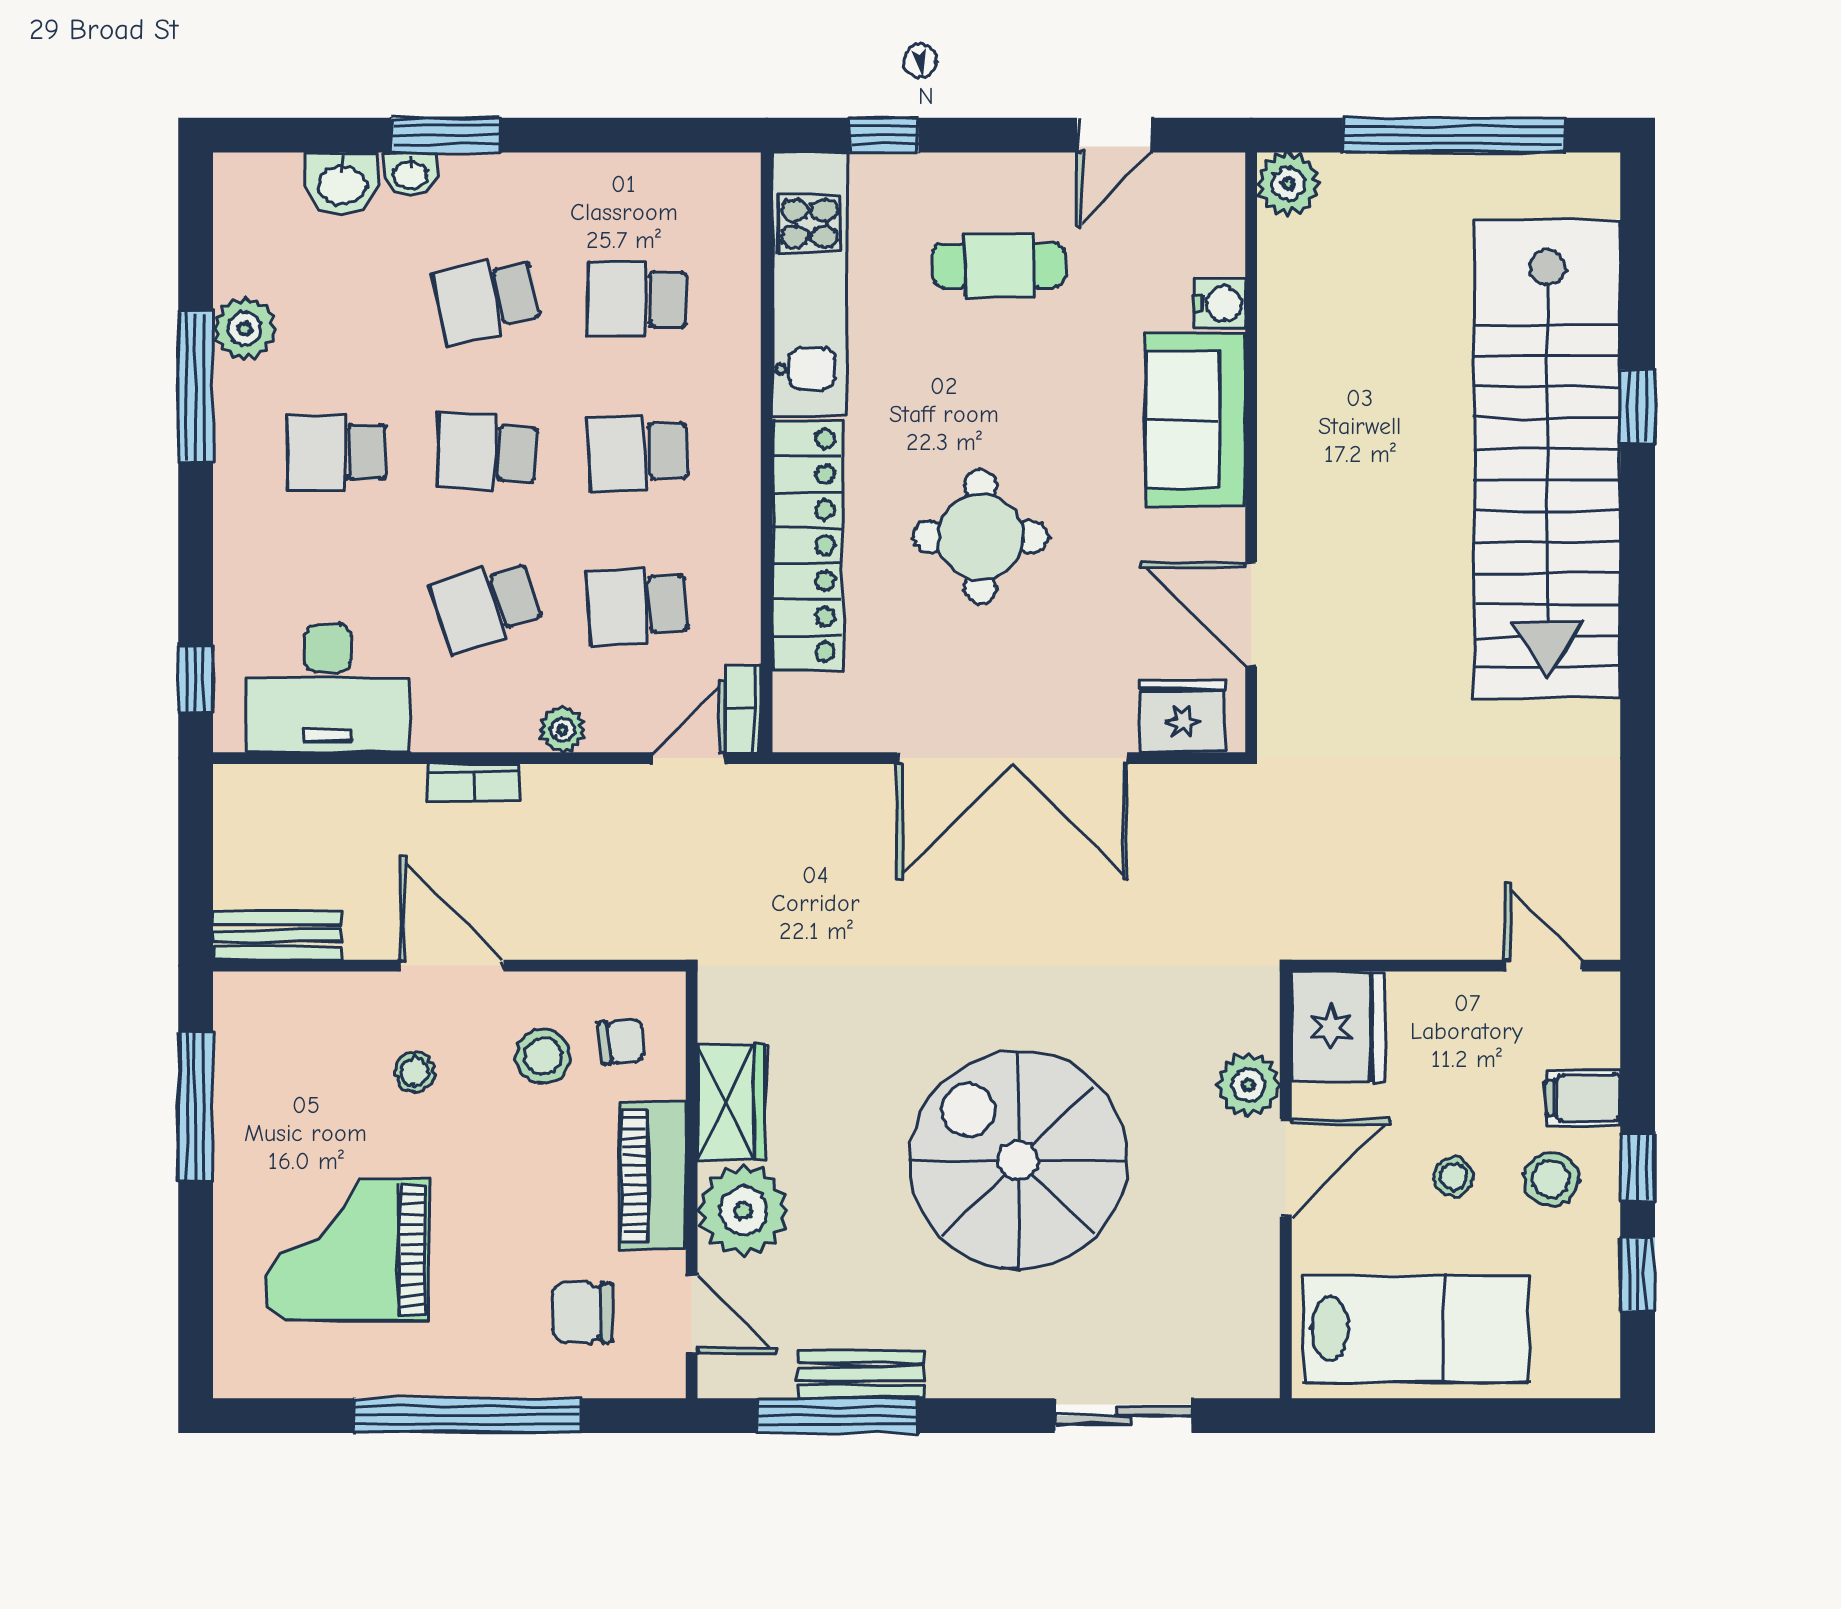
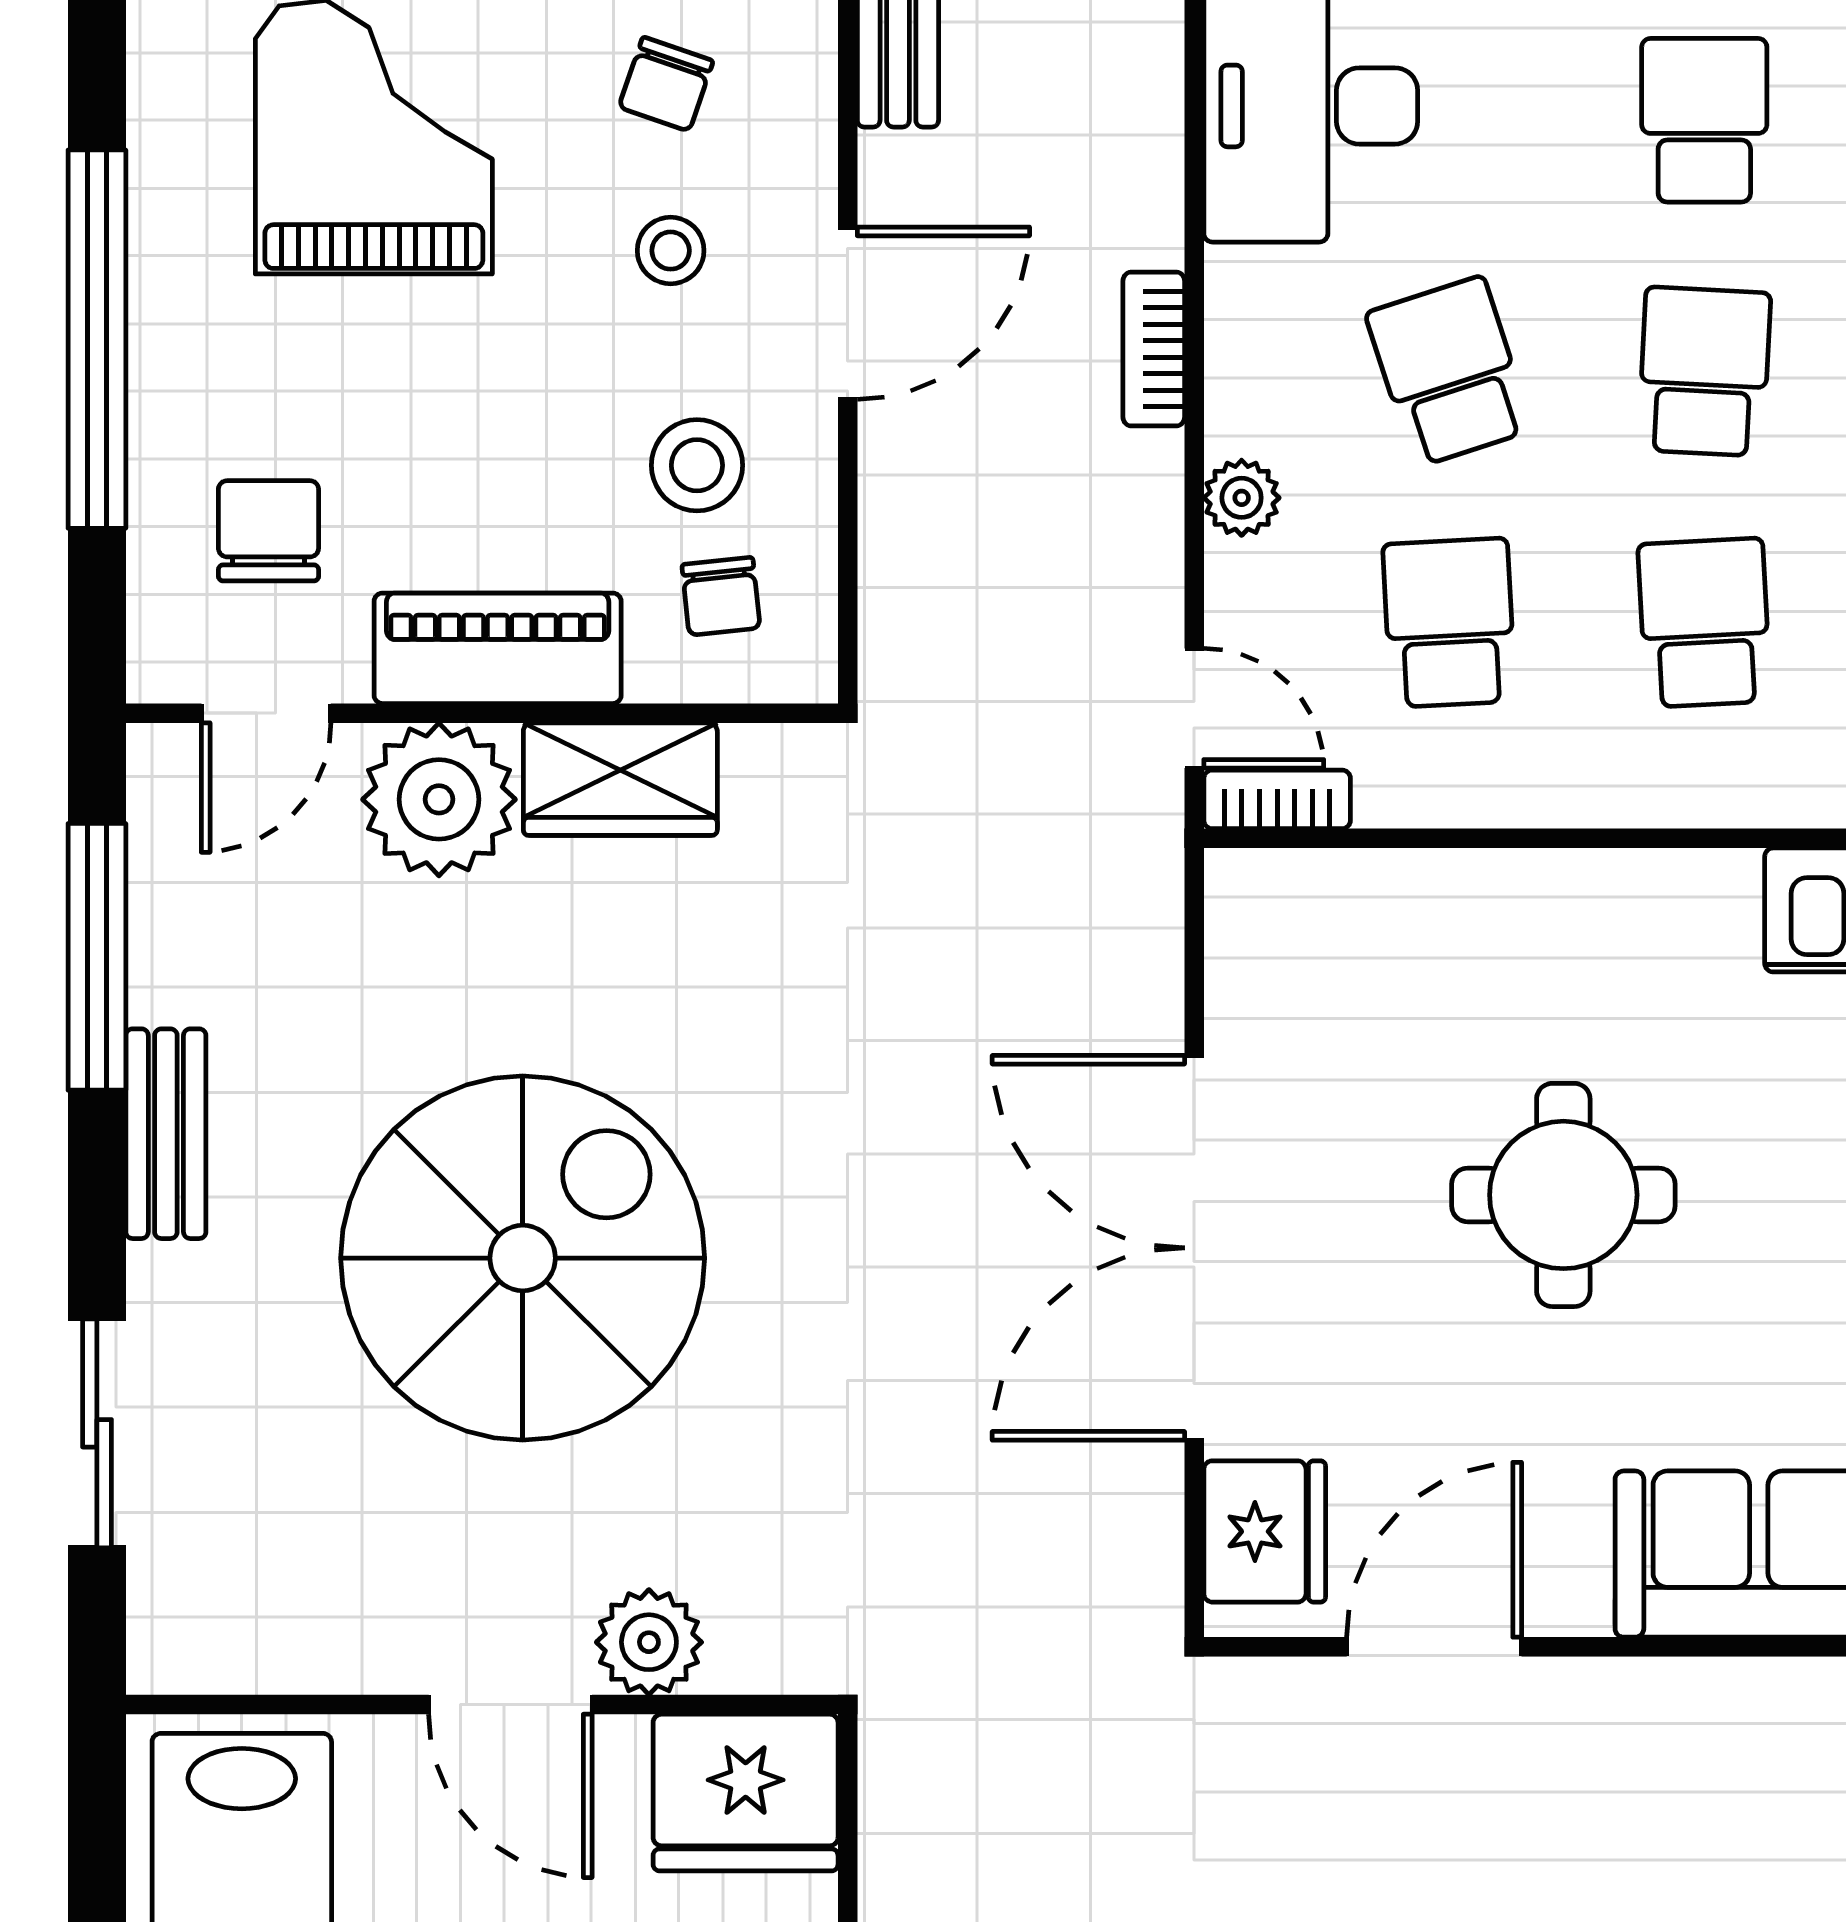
locker: (808, 545) -> (1549, 907), removed
chair: (315, 1075) -> (666, 84), added
bench: (862, 1374) -> (166, 1134), moved

